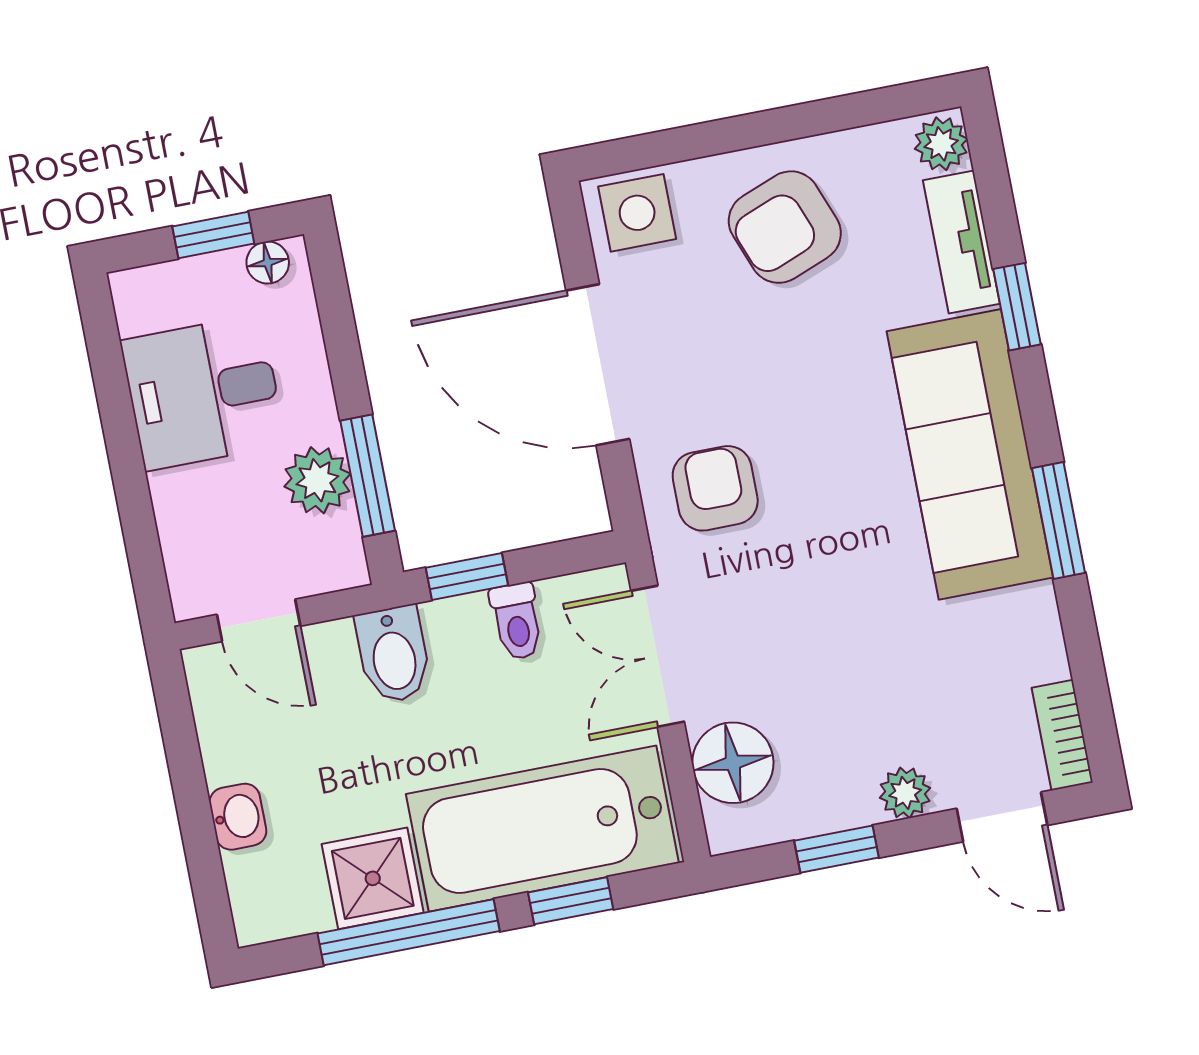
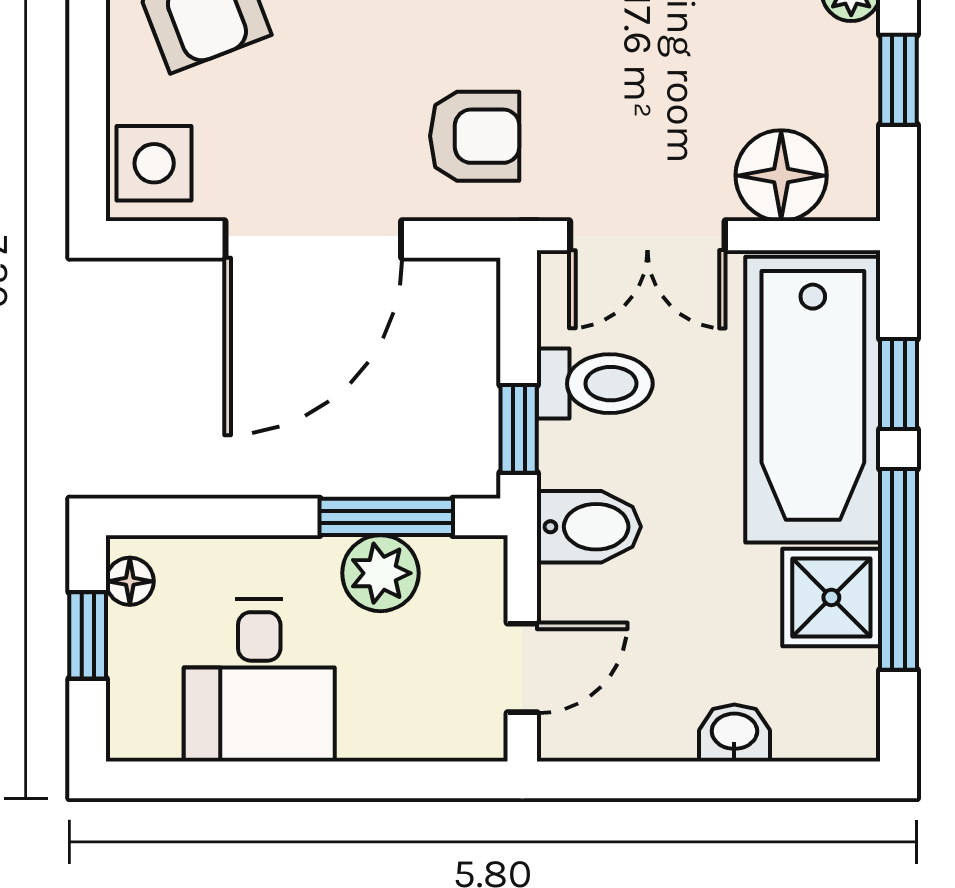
armchair: (715, 488) -> (475, 136), turned 180
toilet: (517, 621) -> (595, 384), width x1.37, depth x1.39

